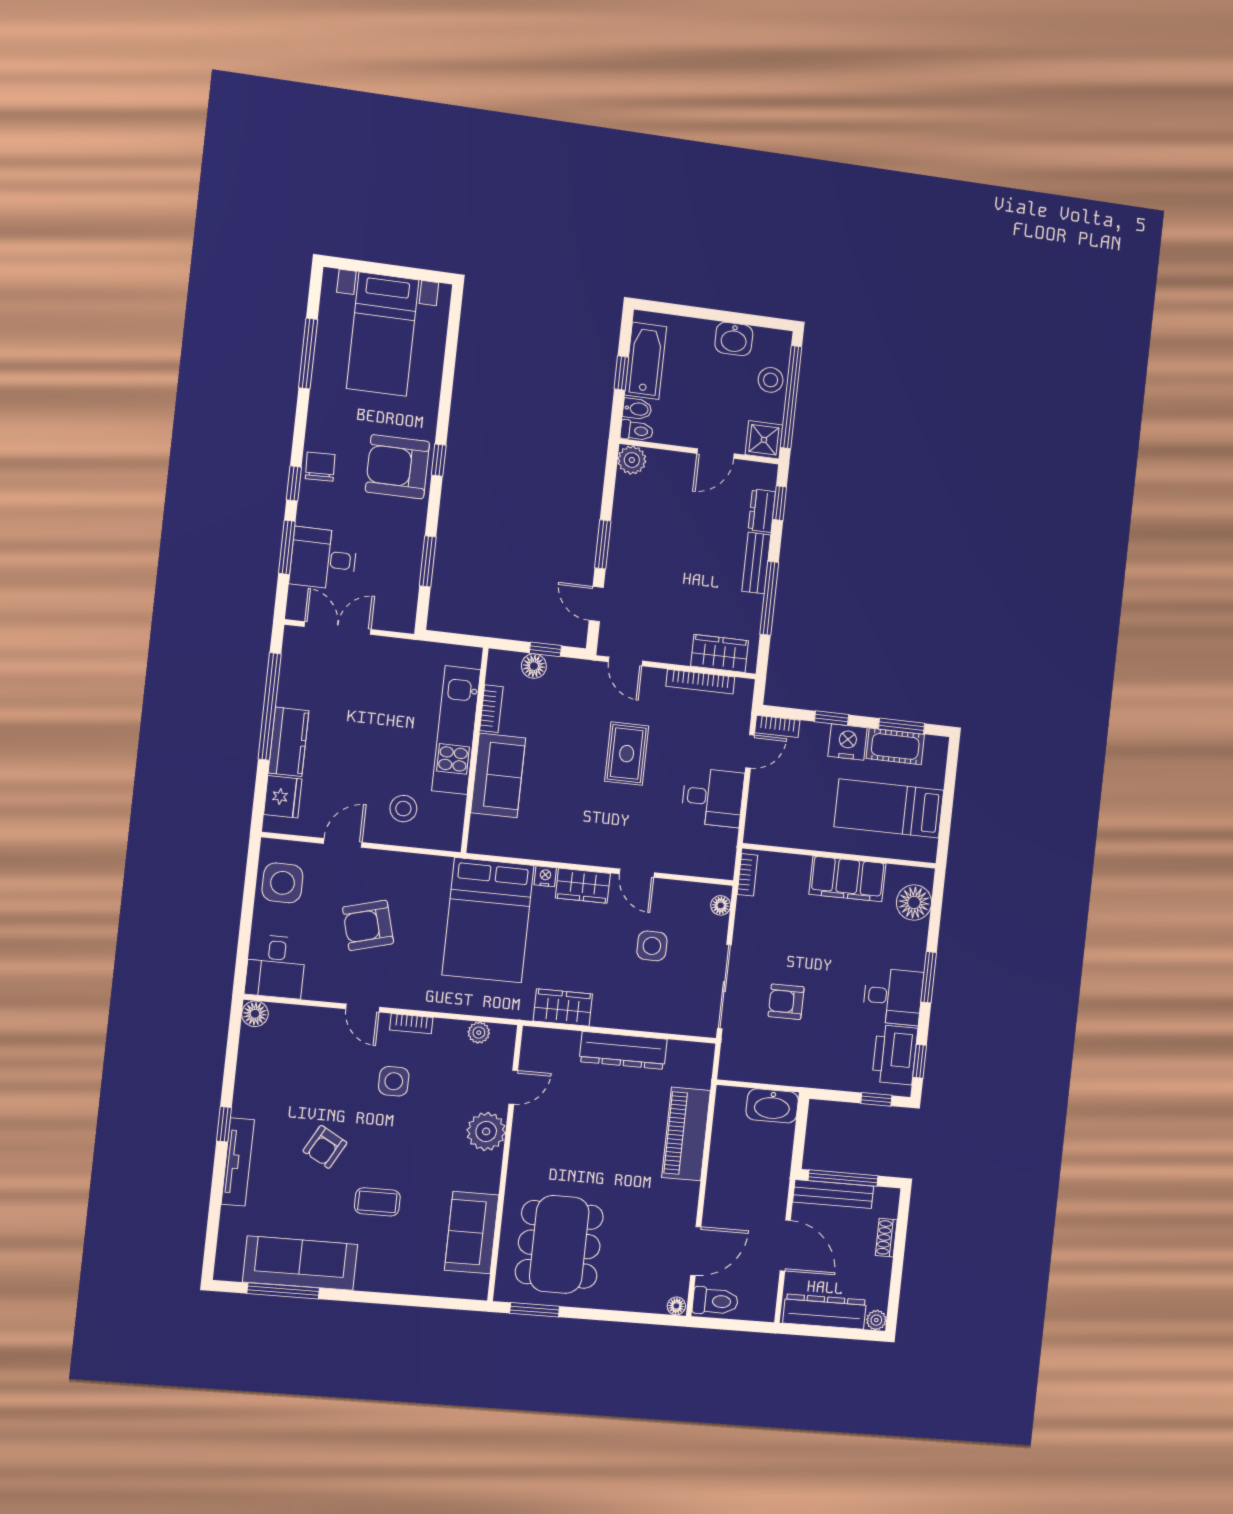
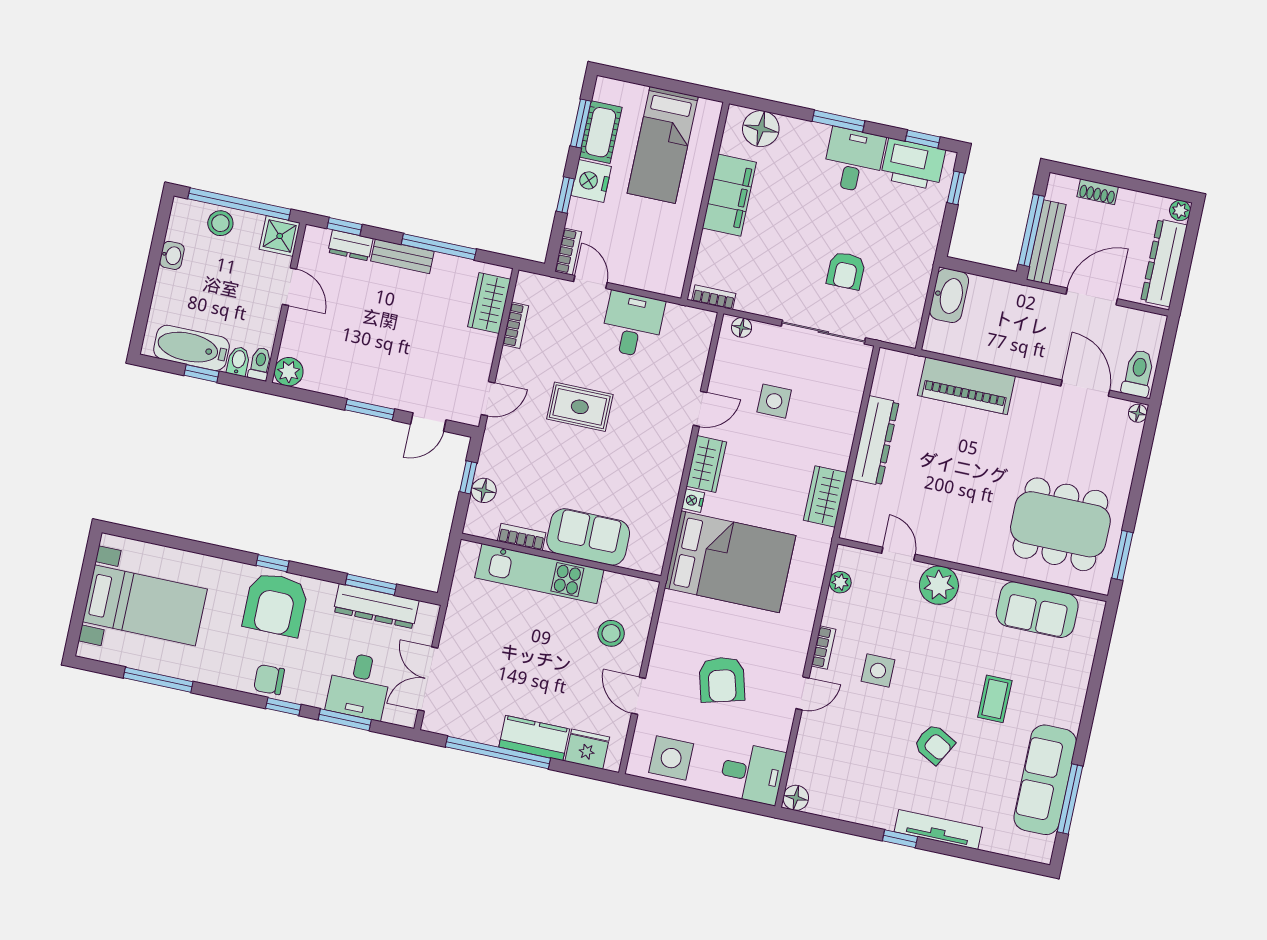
washbasin: (734, 339) -> (172, 255), width x0.72, depth x0.69
dresser: (406, 569) -> (376, 606), added
bookcase: (700, 682) -> (516, 325), width x0.64

